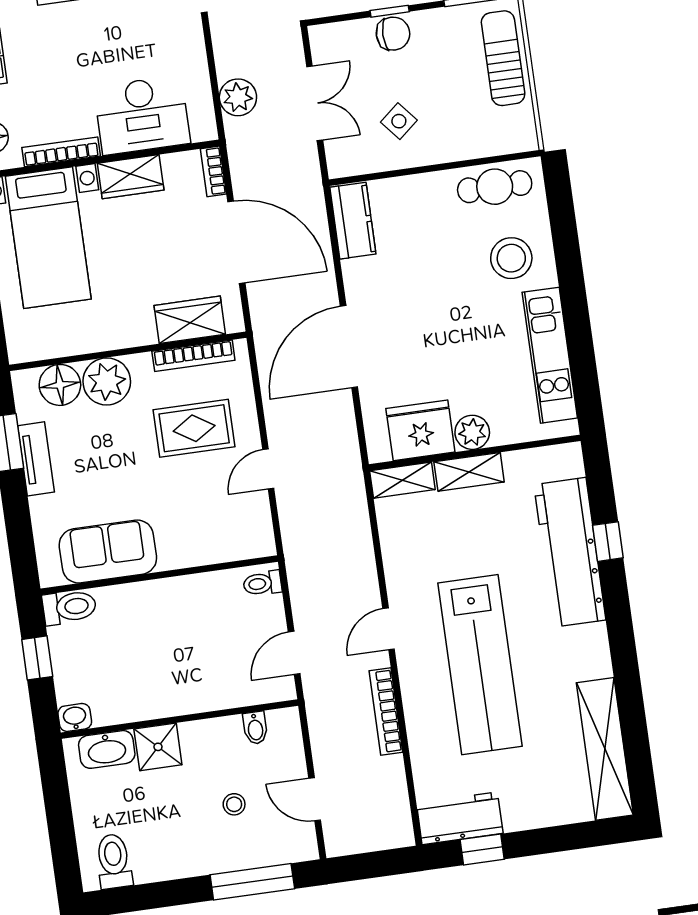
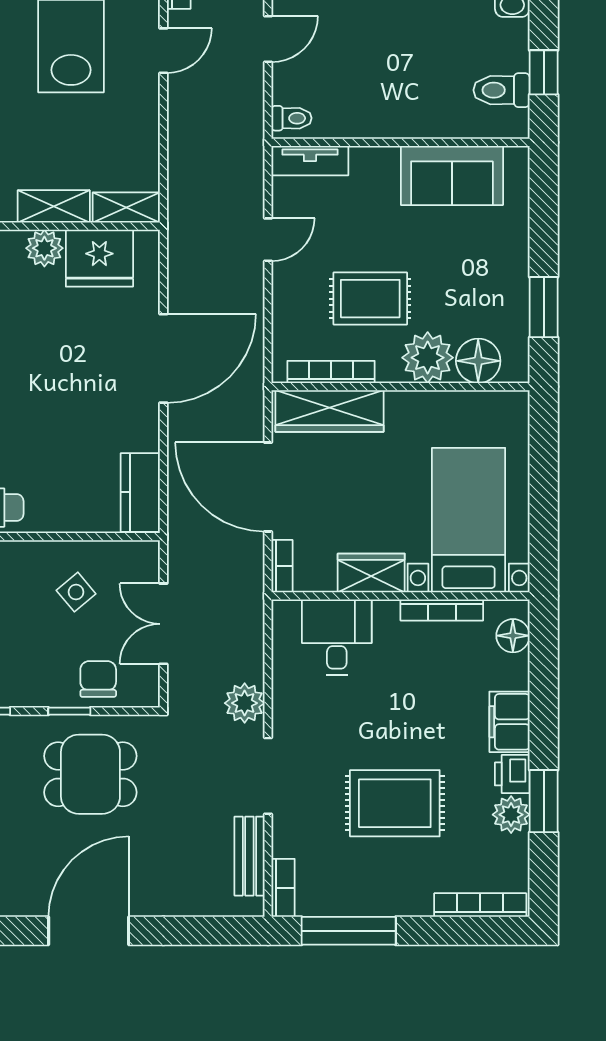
chair: (393, 34) -> (98, 679), moved, turned 90
plant: (238, 97) -> (245, 703), moved
desk: (142, 115) -> (337, 637), width x0.73
wardrobe: (190, 320) -> (330, 411), width x1.50
rug: (194, 428) -> (370, 299), moved
tv unit: (36, 459) -> (310, 161), moved, turned -90
toilet: (69, 607) -> (502, 90), moved

